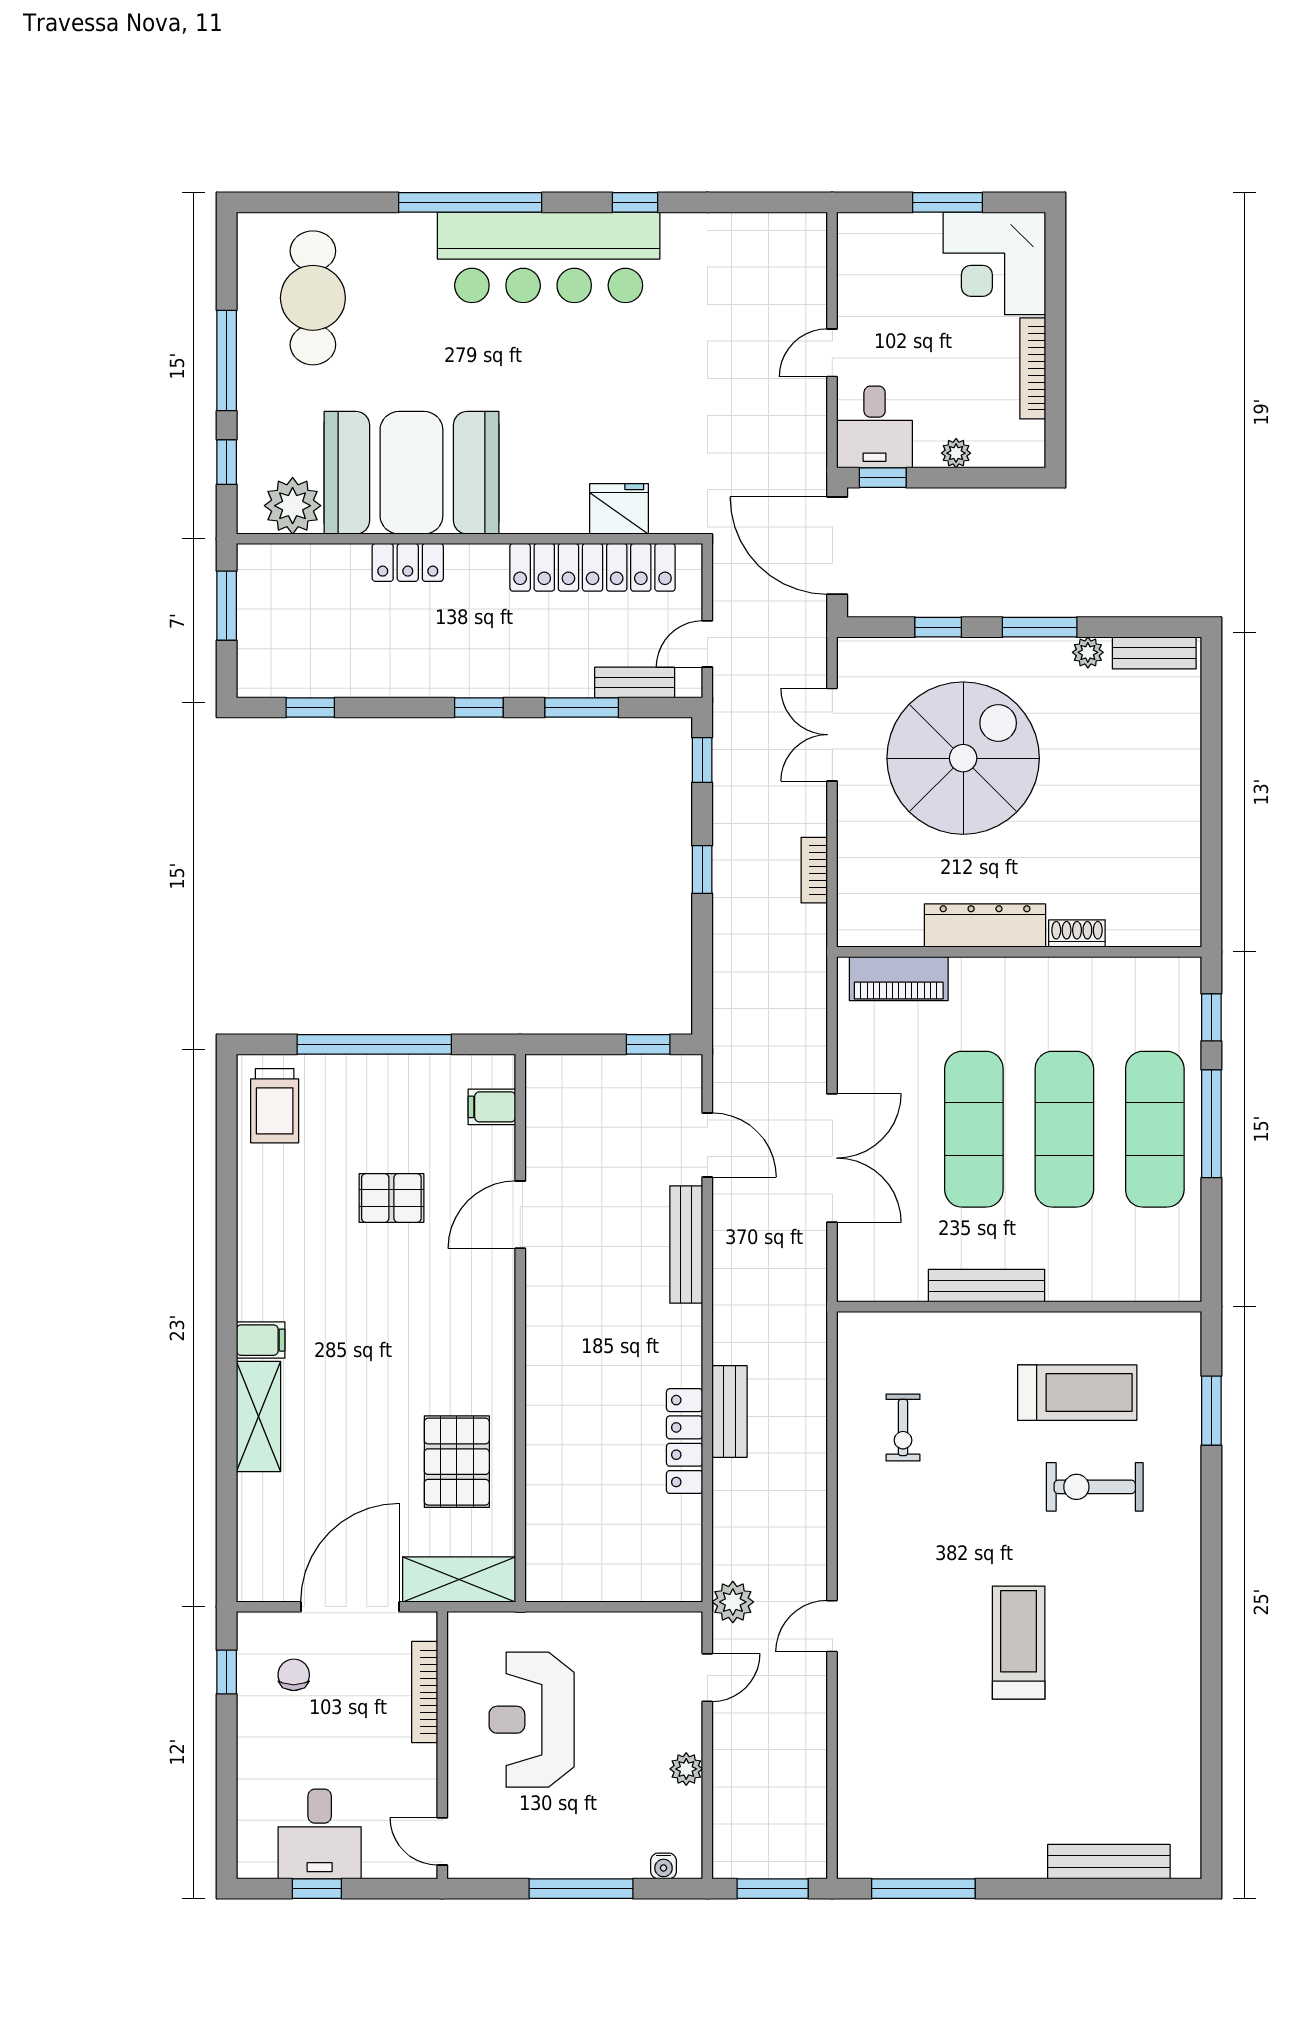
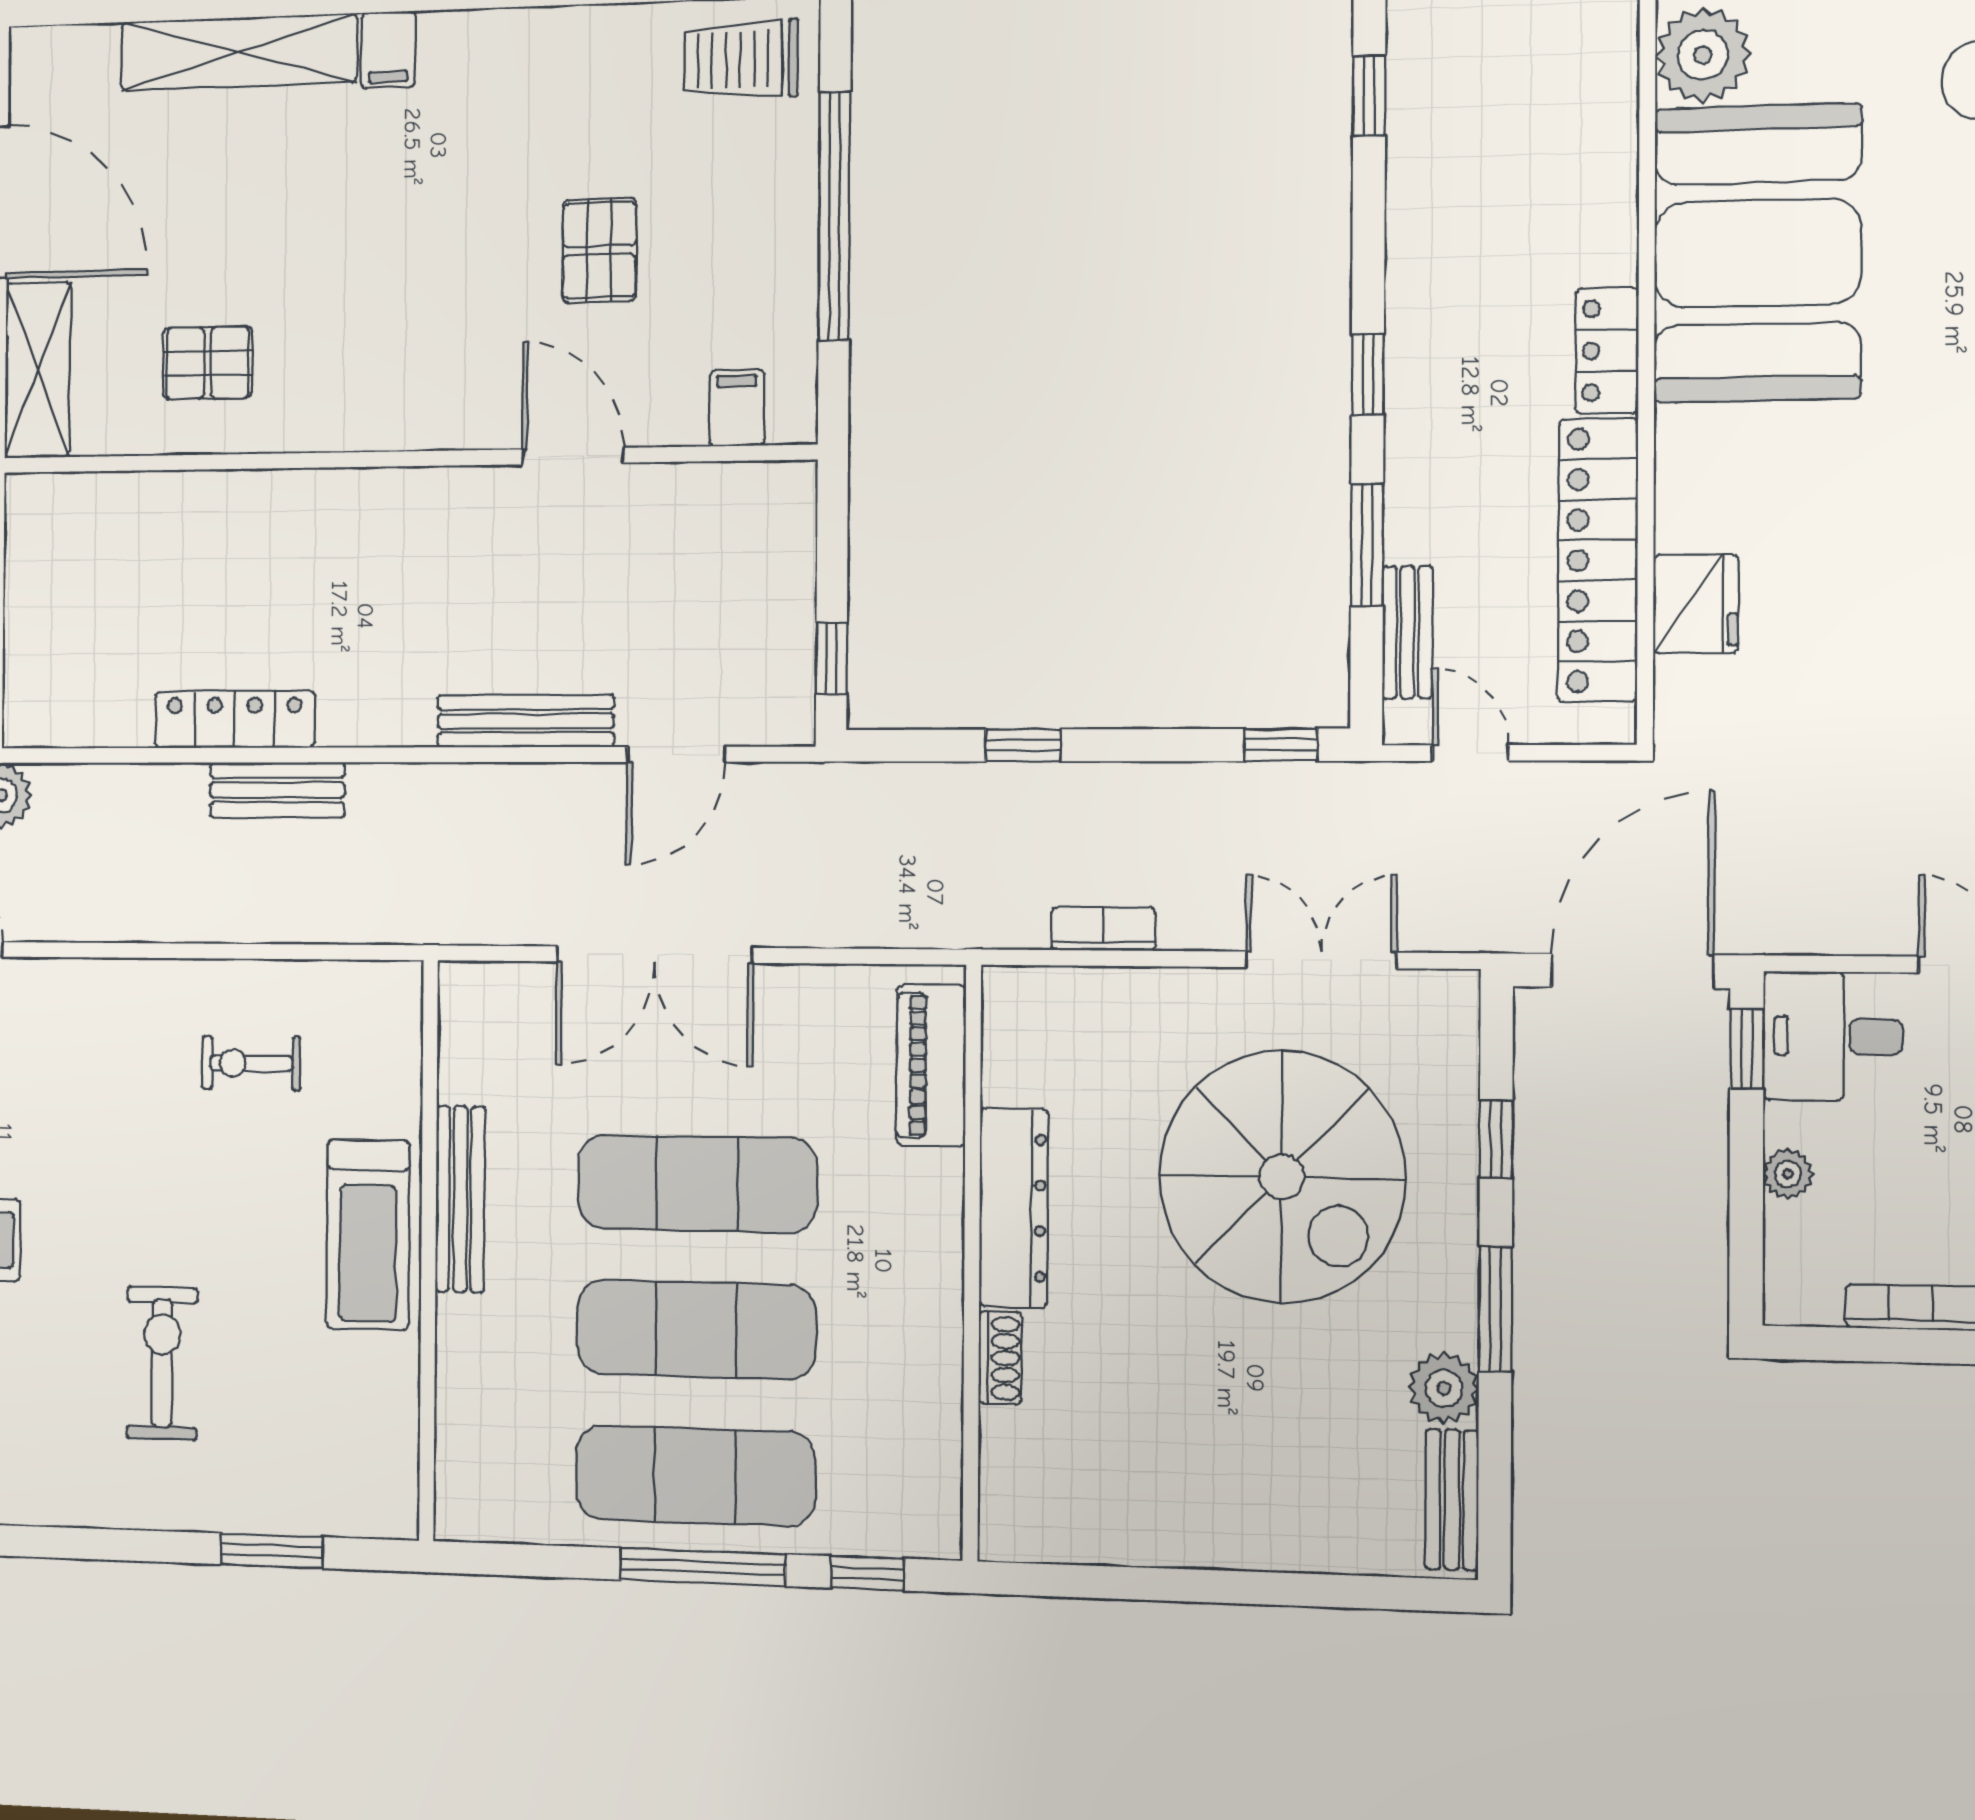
locker: (408, 562) -> (1607, 350), moved
plant: (1088, 652) -> (1444, 1388), width x1.38, depth x1.38
window: (702, 870) -> (1023, 745), moved
treadmill: (1077, 1393) -> (368, 1234), moved
shelving: (258, 1416) -> (239, 52), width x1.47
pallet: (457, 1462) -> (208, 363), width x0.67, depth x0.71

